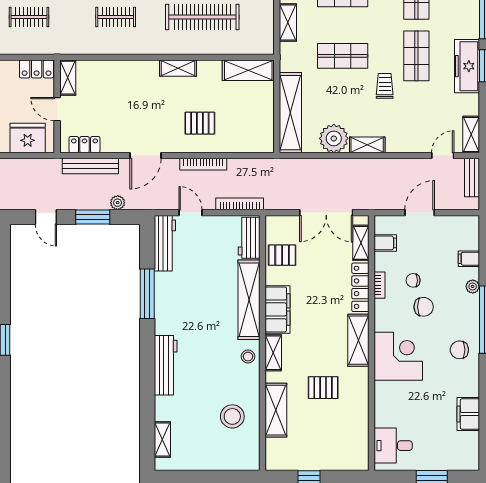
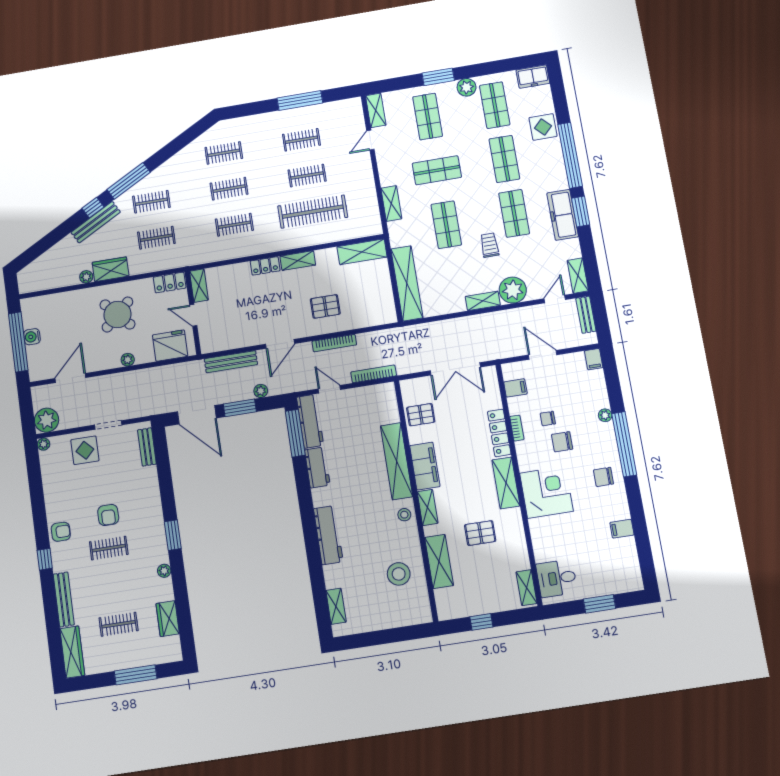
shop shelf: (343, 56) -> (446, 225), turned 90
plant: (334, 138) -> (513, 290), moved
locker: (85, 145) -> (265, 266), moved, turned 180
door: (420, 213) -> (543, 355), hinge flipped
door: (46, 217) -> (197, 415), width x1.88
workbench: (249, 238) -> (317, 467), moved, turned 180
shelving: (361, 243) -> (527, 588), moved
filing cabinet: (469, 259) -> (594, 359), moved, turned -90
window: (147, 294) -> (295, 433), moved
chair: (424, 307) -> (562, 442), turned 180
filing cabinet: (468, 414) -> (622, 529), width x0.50

